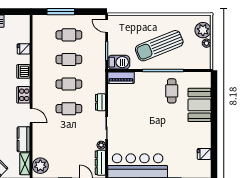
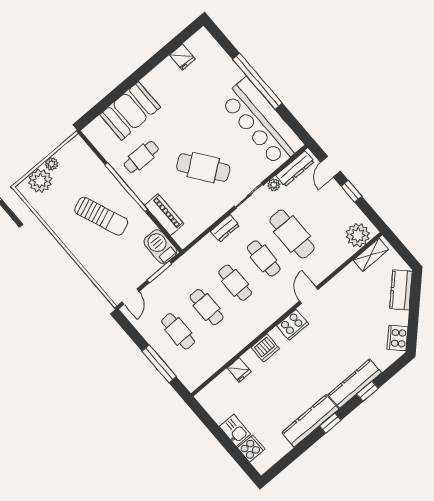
sun lounger: (159, 46) -> (101, 216), width x0.73, depth x0.75
piano: (121, 78) -> (164, 215), moved
cafe table: (140, 117) -> (203, 168), added
cafe table: (69, 133) -> (292, 234), added
kitchen counter: (24, 139) -> (344, 281), removed

